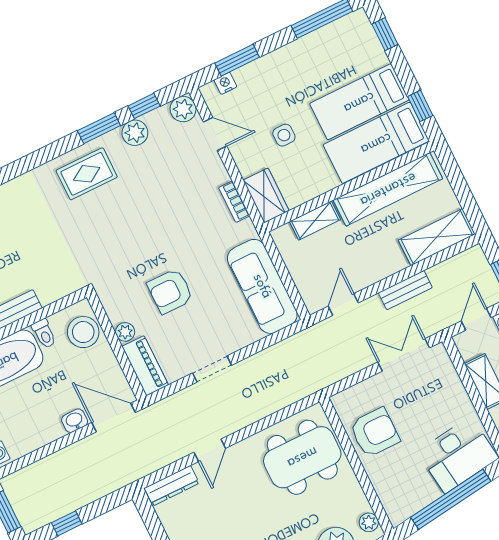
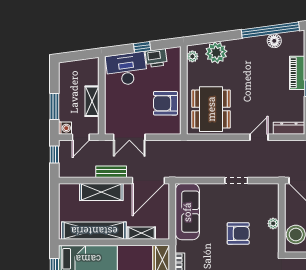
shelving: (437, 237) -> (101, 192), moved
door: (343, 304) -> (148, 180), width x1.88
piano: (145, 366) -> (271, 200), removed
dining table: (302, 457) -> (211, 109), turned 90
printer: (422, 493) -> (156, 58), added
window: (451, 499) -> (142, 47), width x0.32

